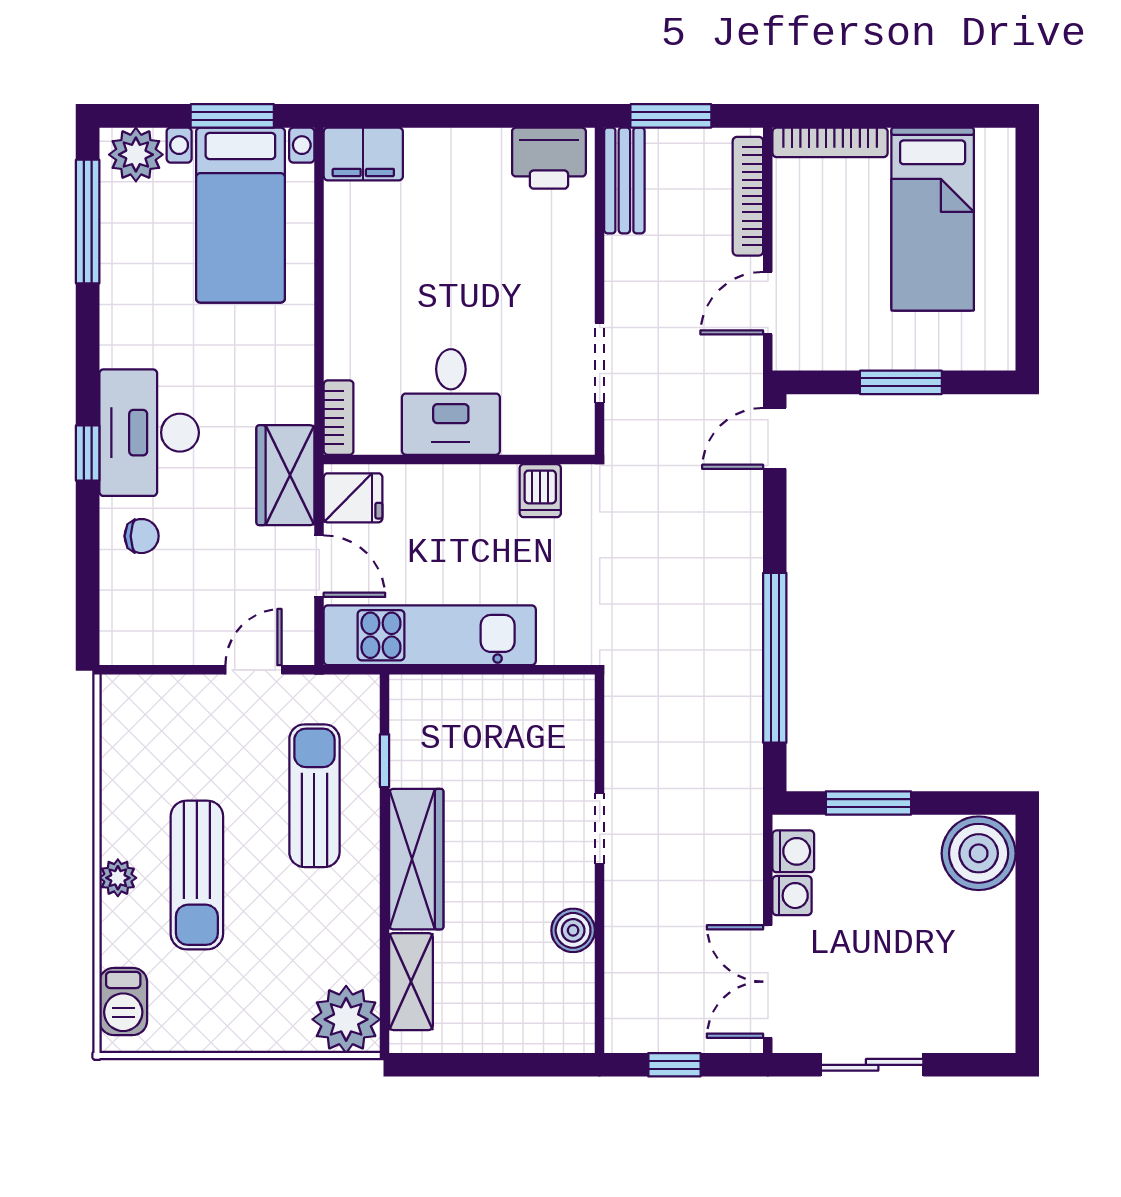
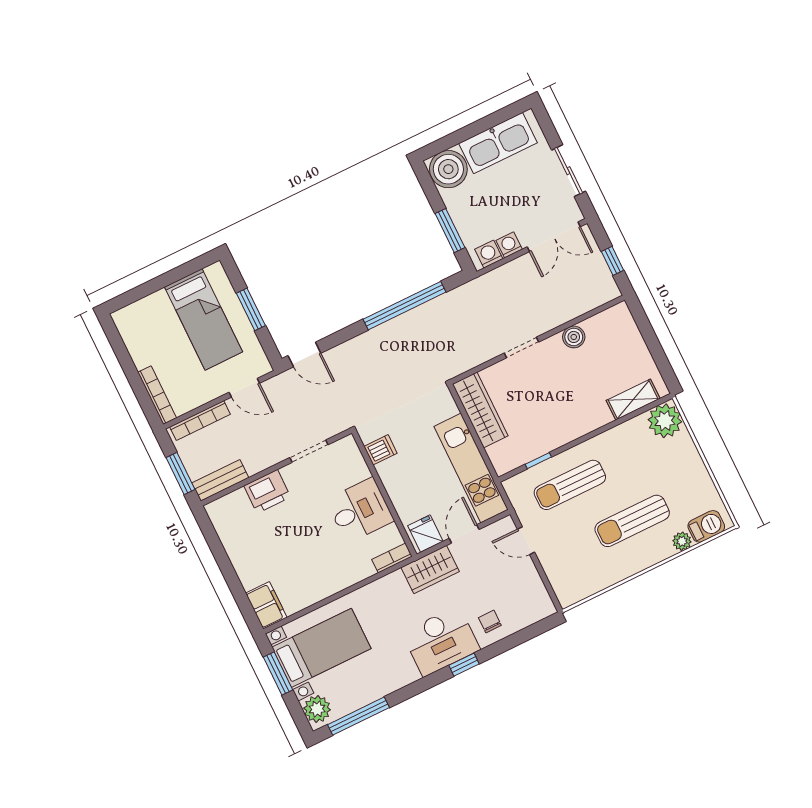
printer: (549, 158) -> (267, 491), moved, turned 90
bed: (933, 219) -> (204, 319), moved, turned 90
wardrobe: (416, 859) -> (480, 410), moved, turned 90
sun lounger: (197, 875) -> (632, 521), turned 180
plant: (118, 878) -> (682, 541), moved
kitchen sink: (982, 964) -> (498, 143), added

